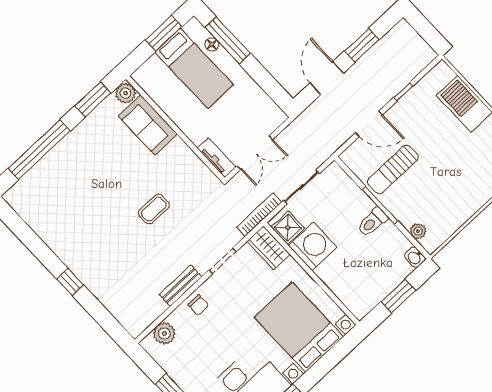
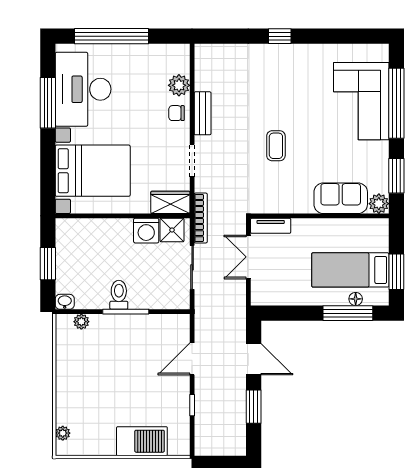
sun lounger: (393, 169) -> (143, 345), removed
corner sofa: (62, 177) -> (361, 101), added
washing machine: (313, 246) -> (146, 231), width x0.73, depth x0.73
plant: (164, 333) -> (179, 85), moved

